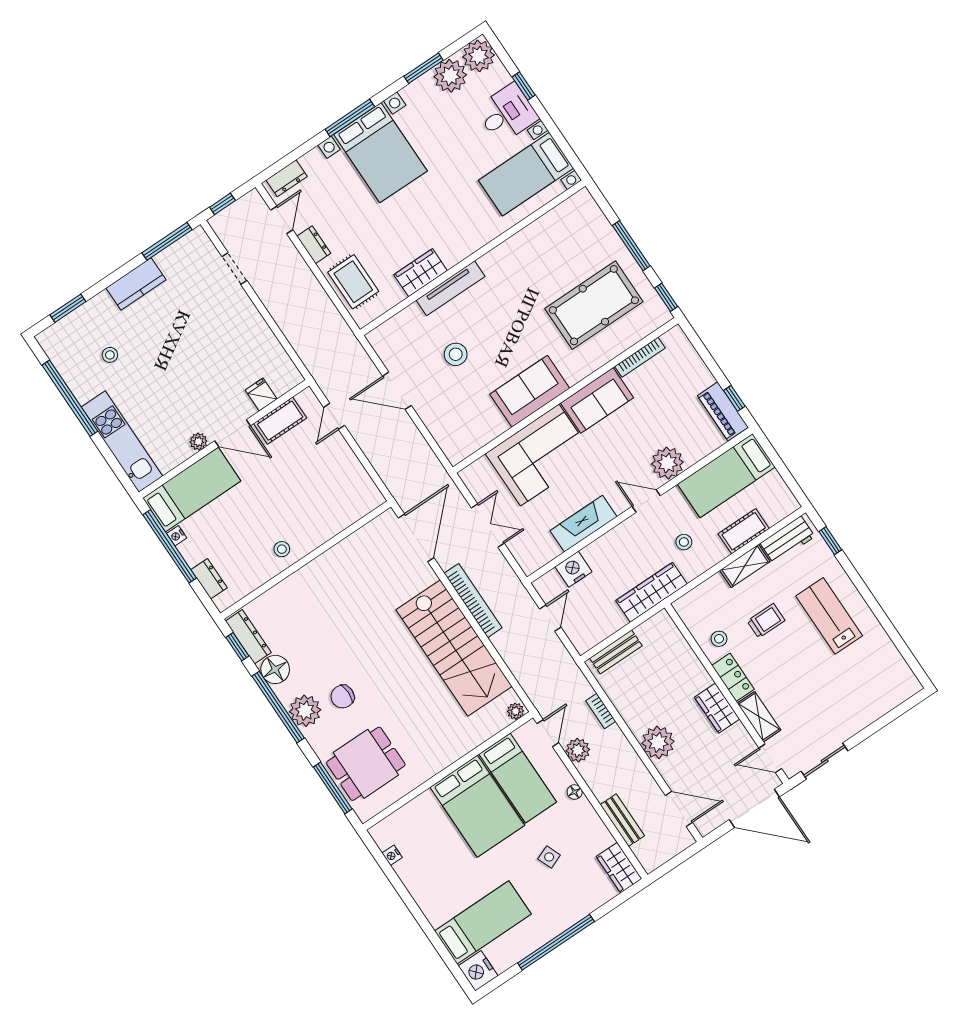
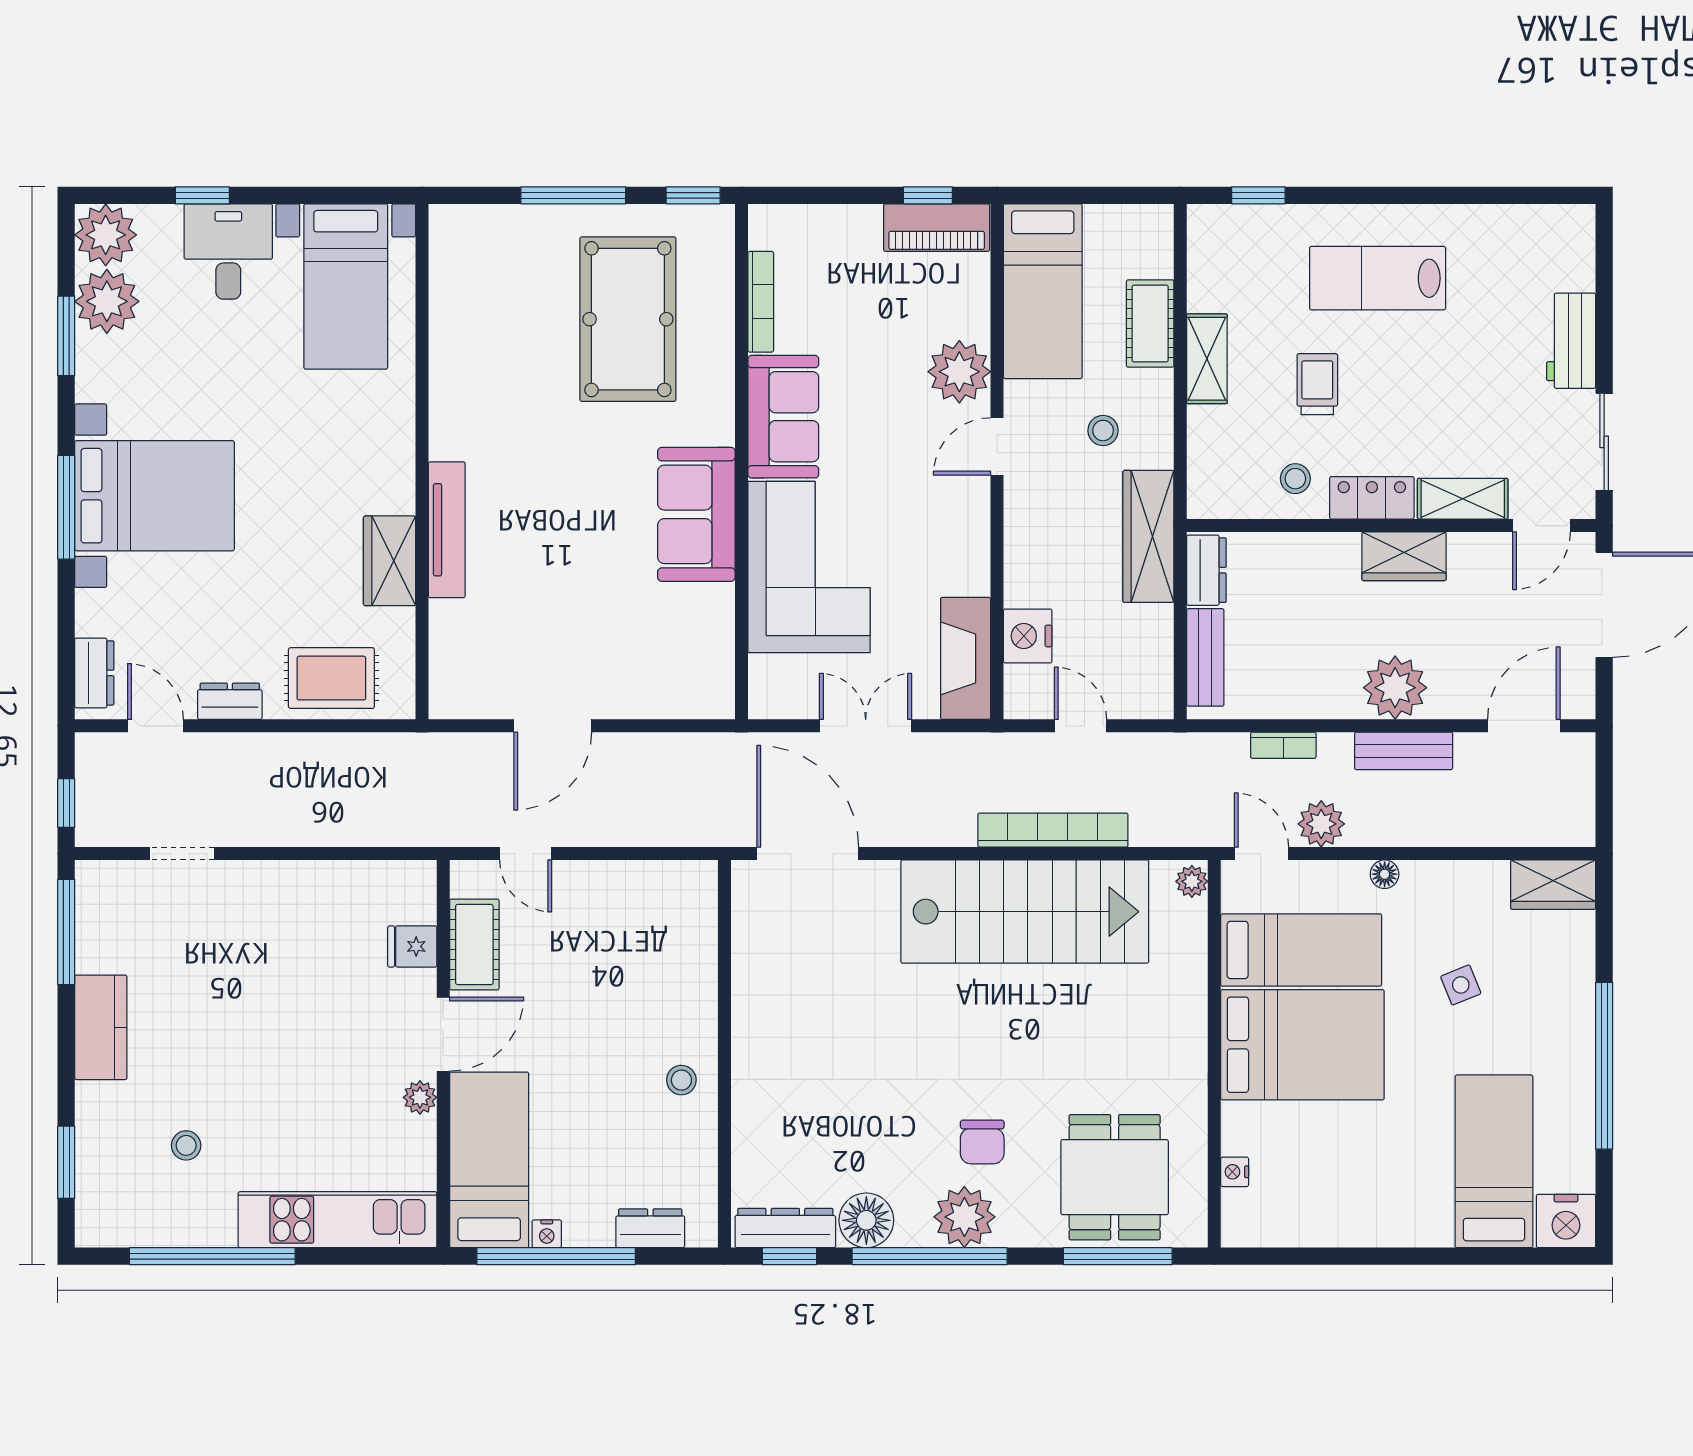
stool: (456, 354) -> (558, 593), removed
fireplace: (583, 524) -> (966, 658), moved
workbench: (787, 540) -> (1571, 341), moved, turned 180
bookcase: (473, 601) -> (1053, 830), moved
dresser: (654, 627) -> (1206, 570), added
bench: (622, 820) -> (1404, 751), moved
nightstand: (392, 855) -> (1235, 1172), moved, turned 90

